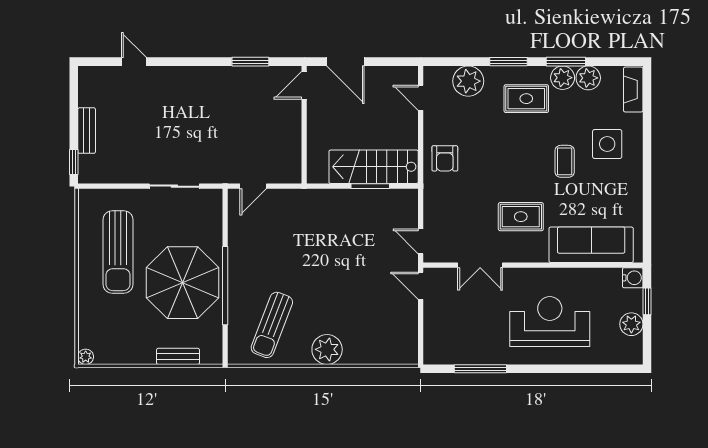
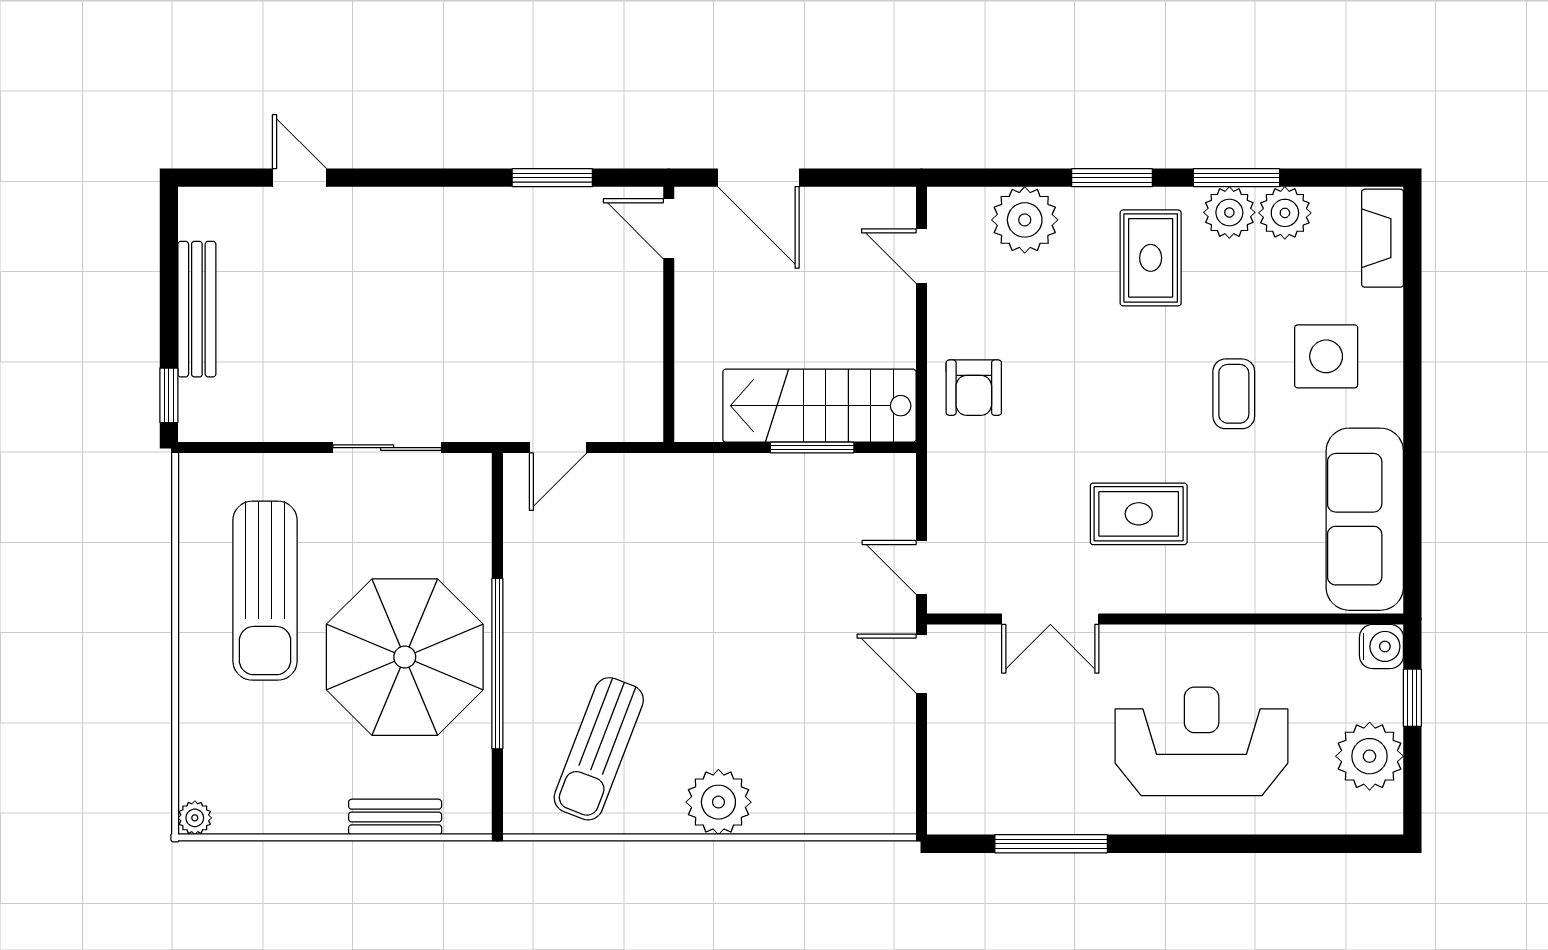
door: (304, 85) -> (669, 229), hinge flipped
rug: (526, 99) -> (1151, 258), turned 90
bench: (87, 131) -> (197, 309), width x1.36
sofa: (591, 245) -> (1365, 519), moved, turned -90
plant: (631, 324) -> (1370, 756), width x1.36, depth x1.36

